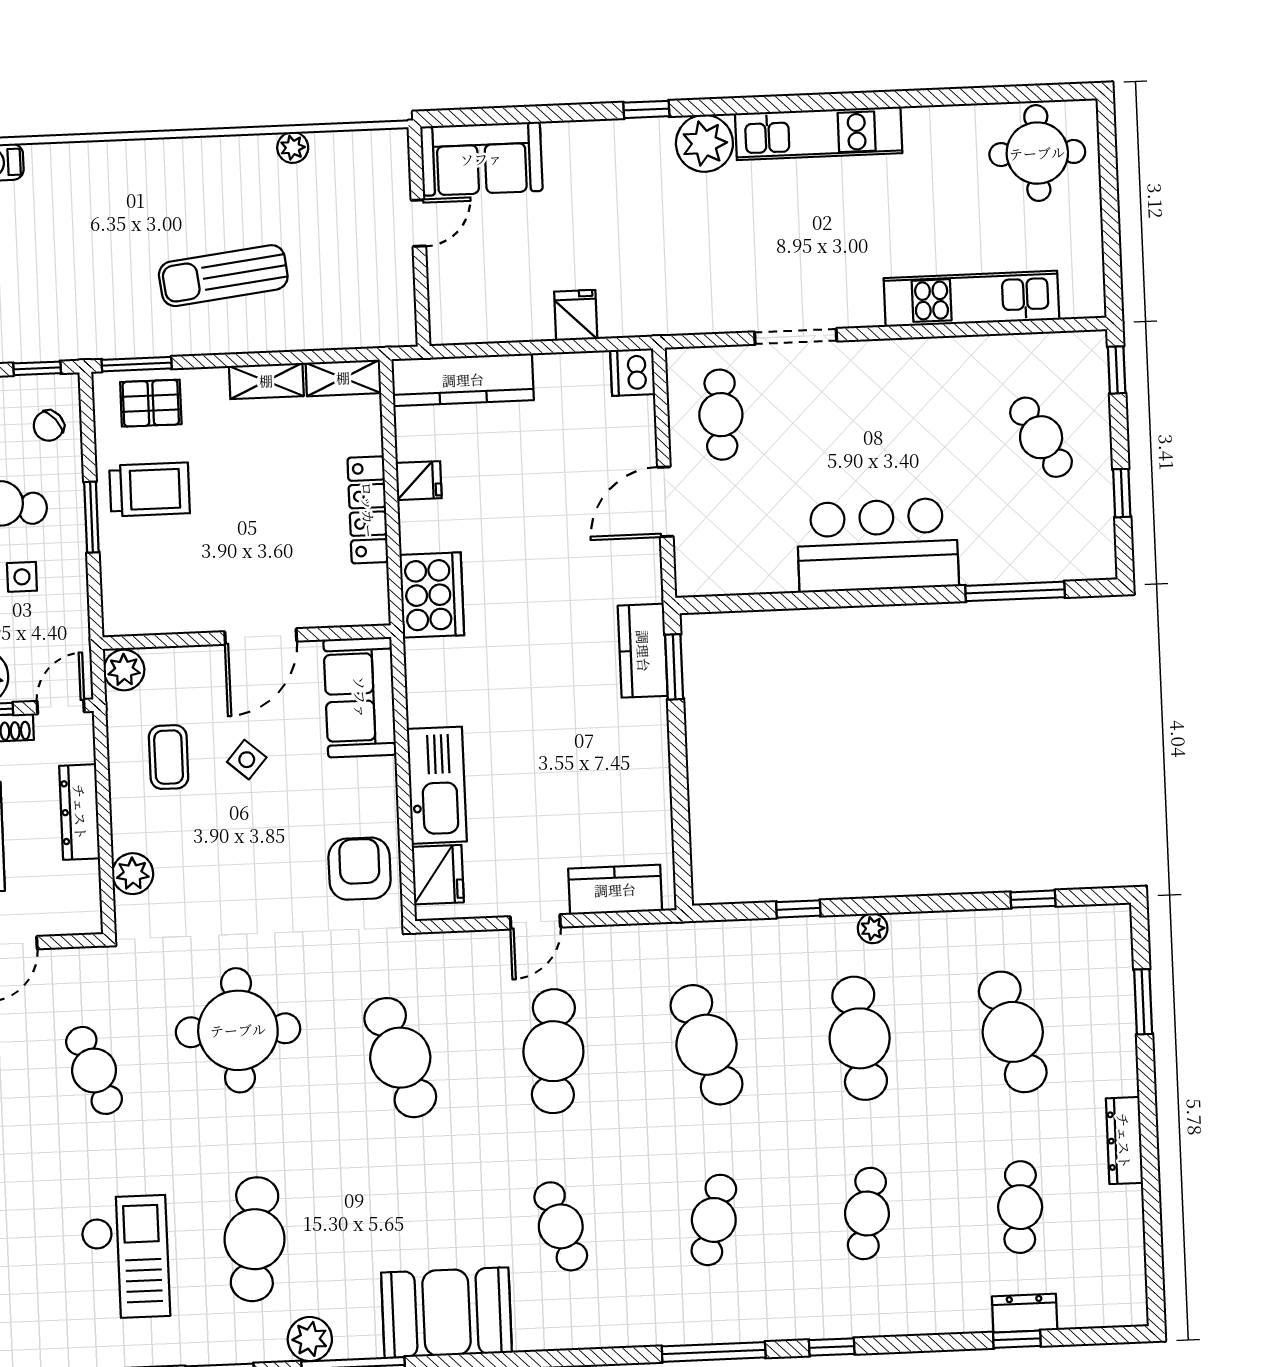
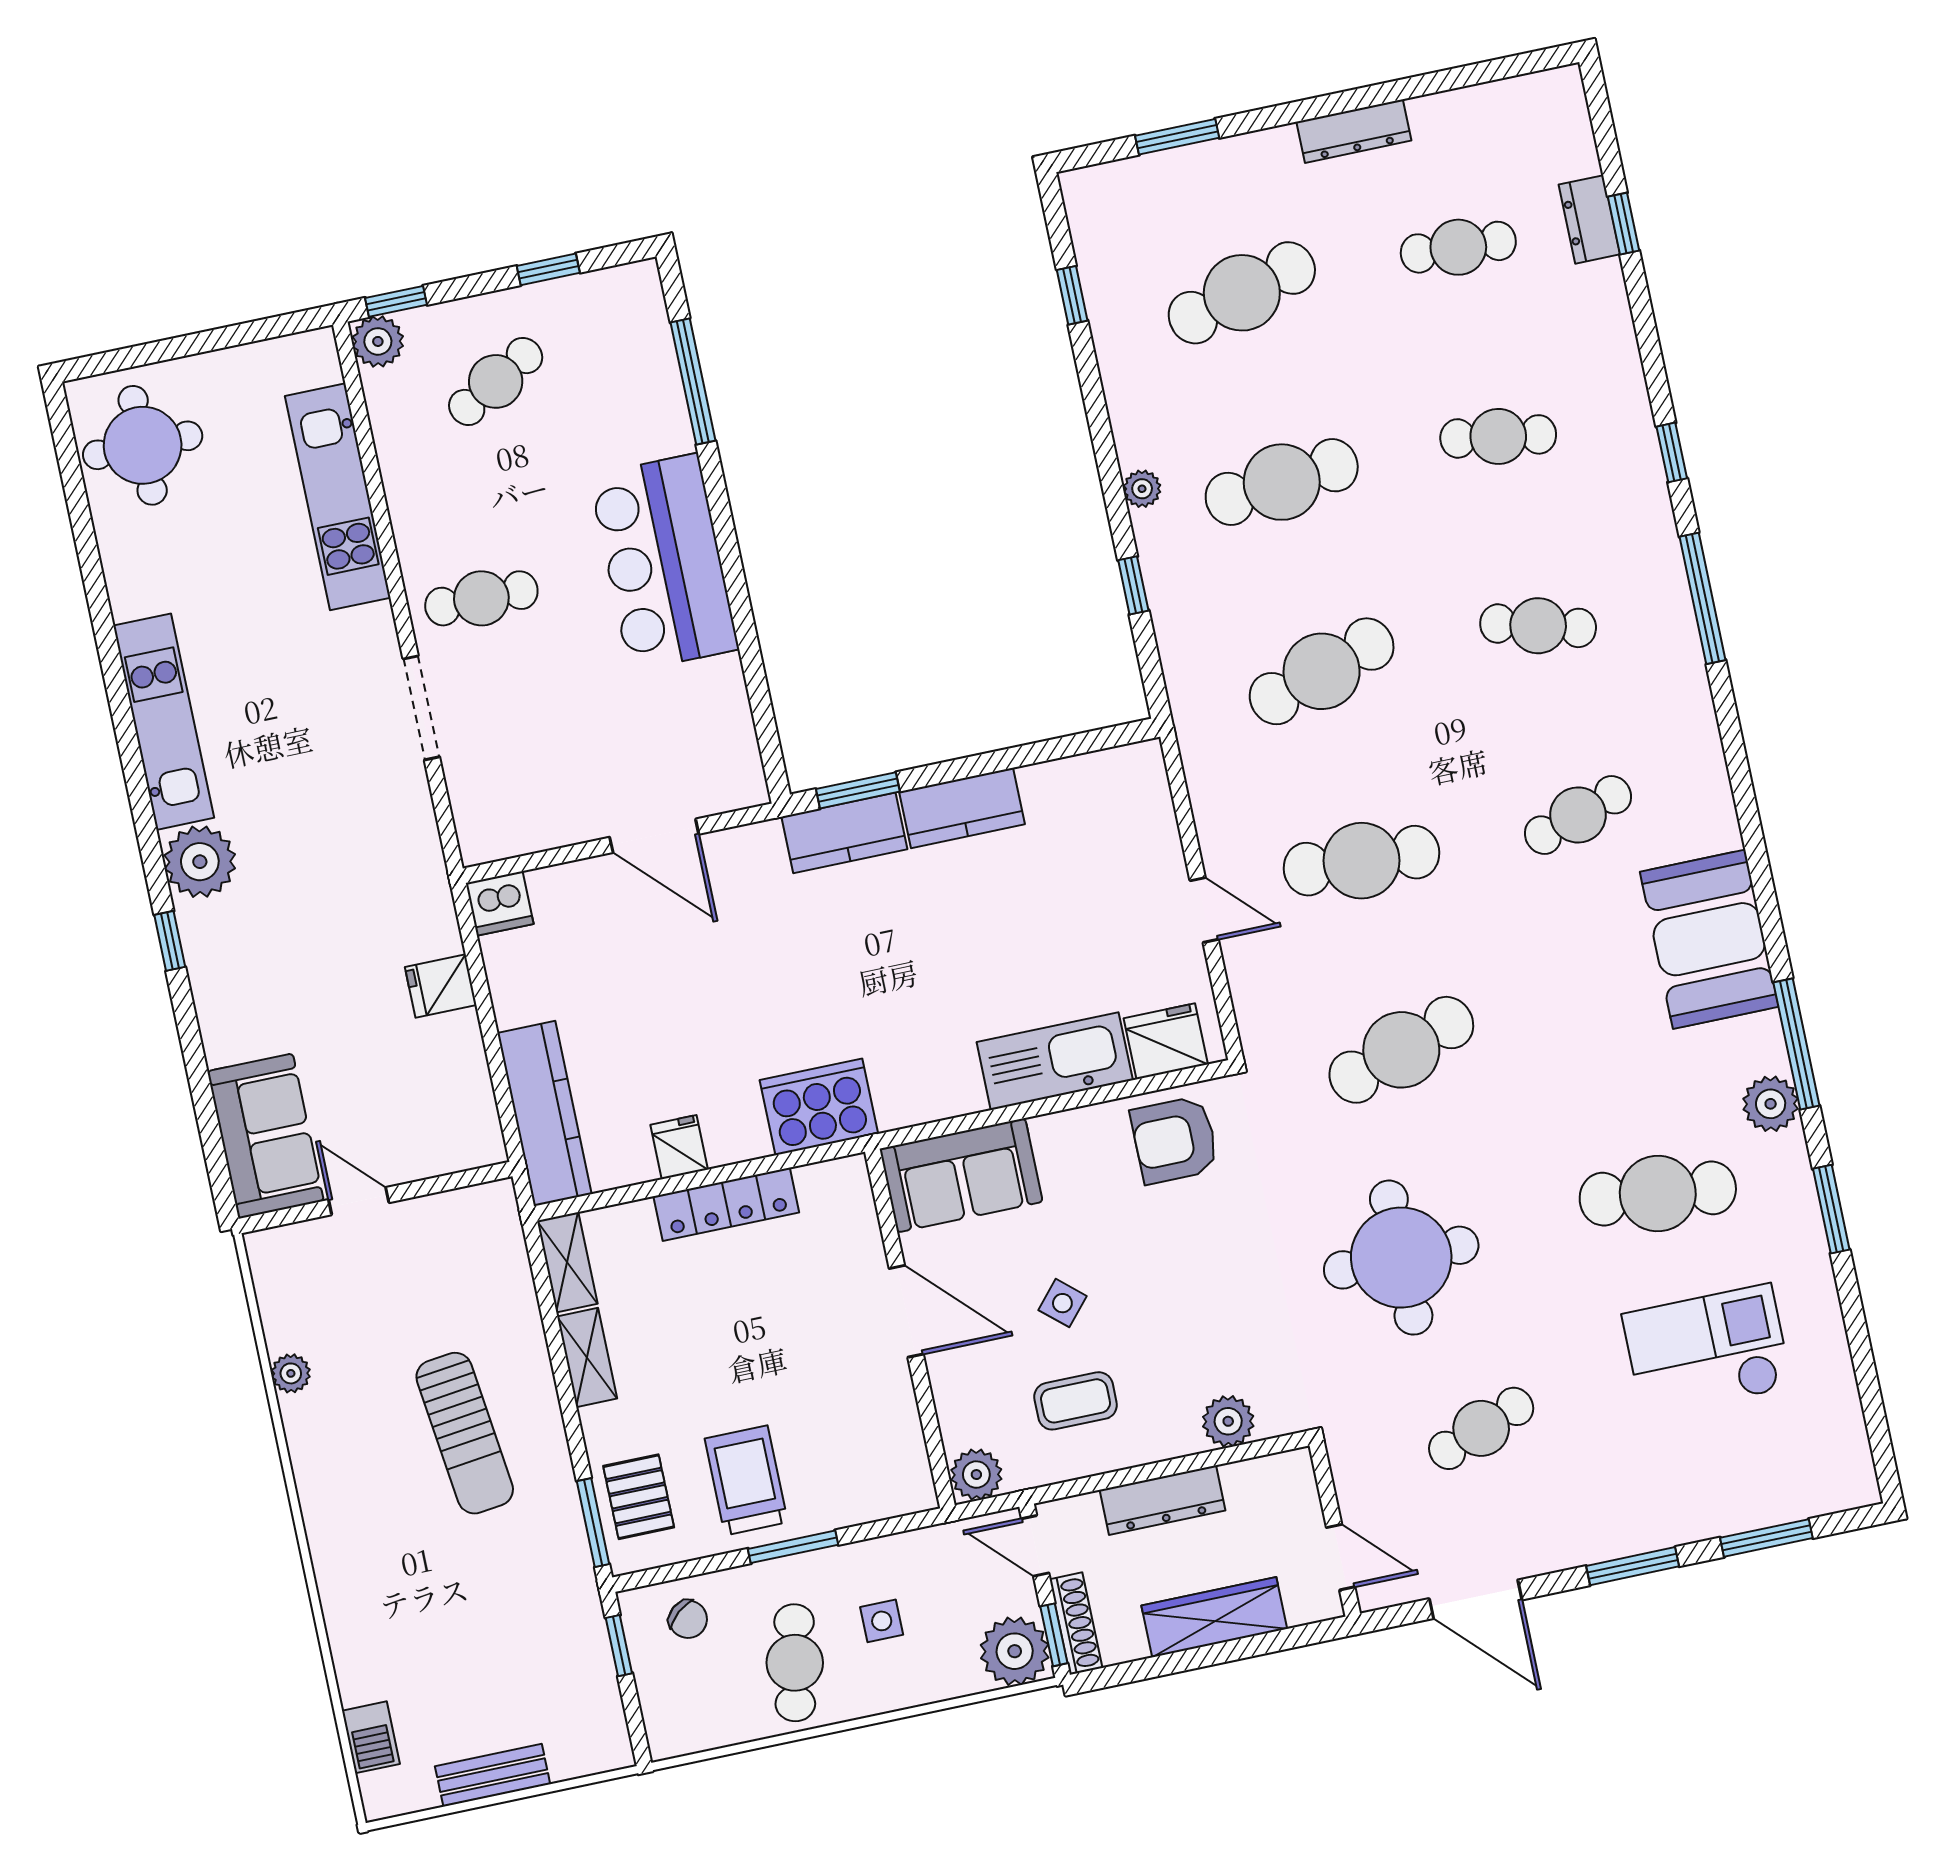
plant: (1088, 350) -> (378, 341), added
cafe table: (721, 415) -> (481, 598), moved
kitchen counter: (615, 890) -> (962, 808), moved, turned -90

